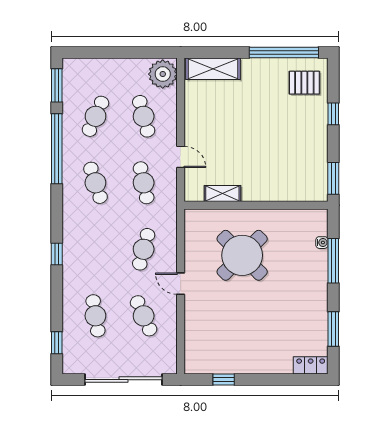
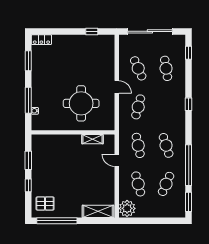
window: (333, 178) -> (28, 160), moved
round table: (242, 255) -> (81, 103), turned 45

